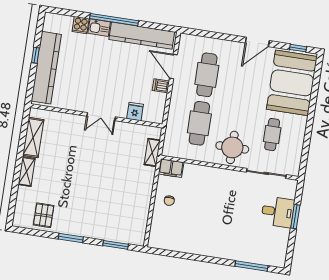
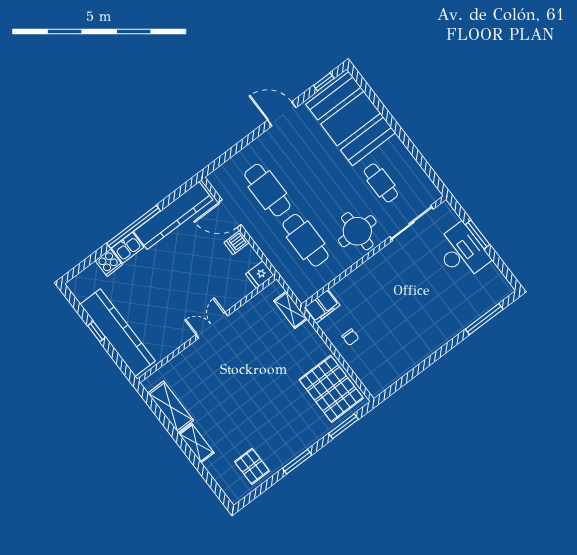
door: (257, 42) -> (282, 114), swing flipped
fridge: (135, 112) -> (260, 275), moved, turned -90
double door: (101, 117) -> (212, 325), swing flipped
desk: (278, 212) -> (462, 252), width x1.37
pallet: (130, 218) -> (331, 389), added

